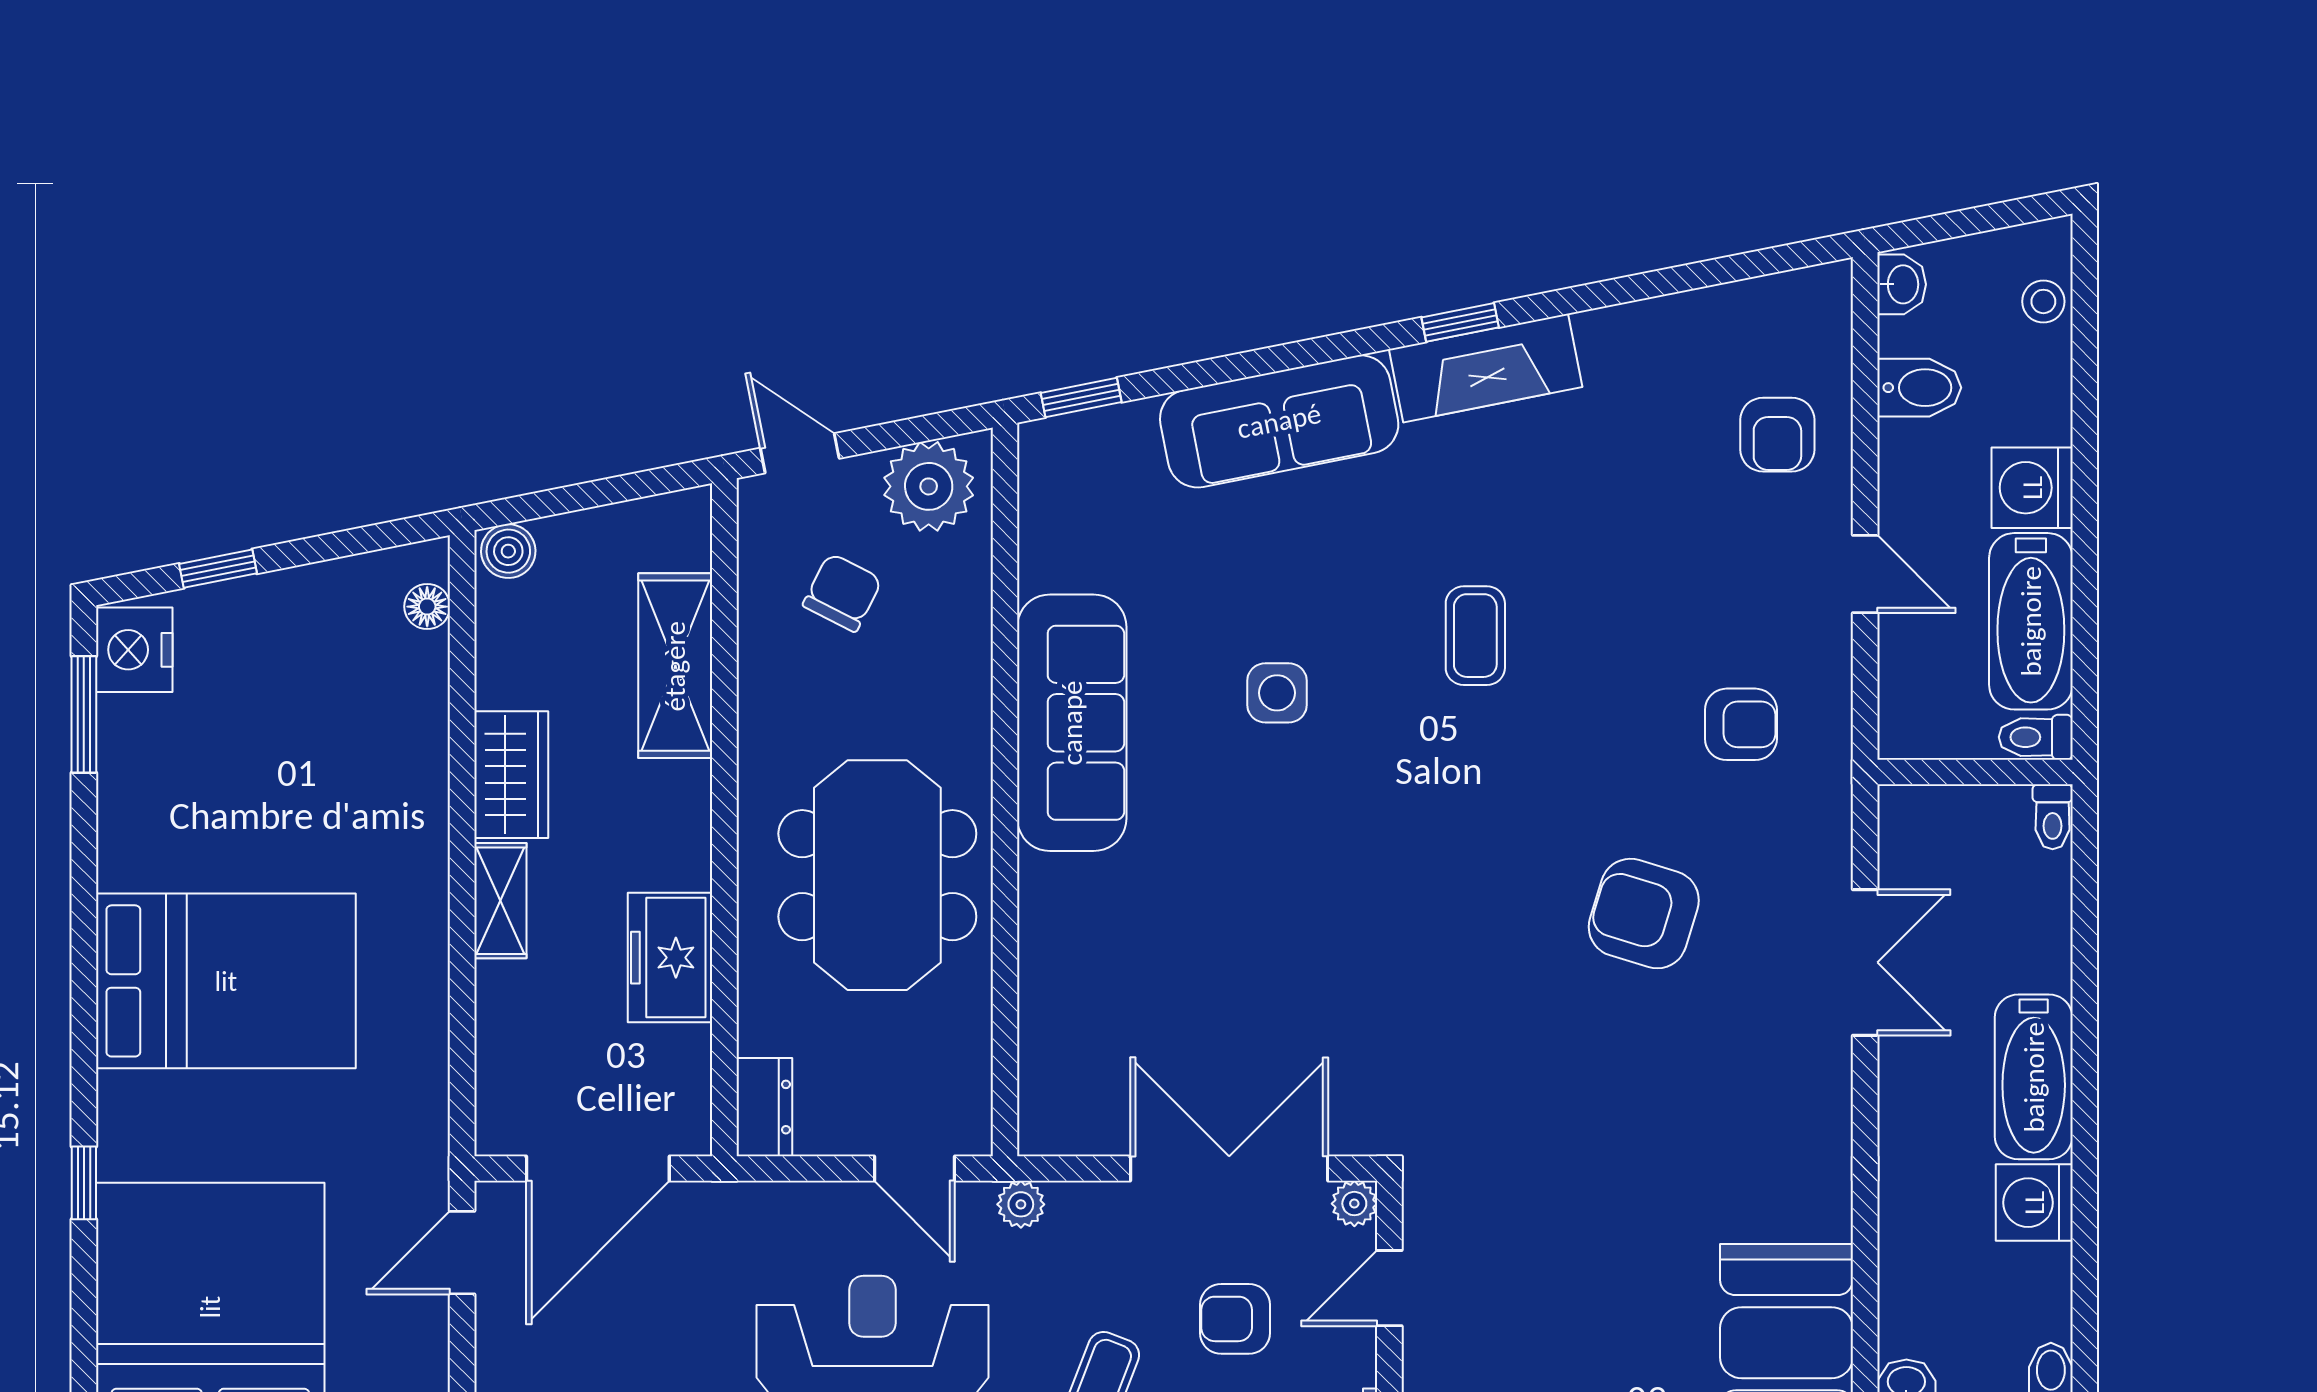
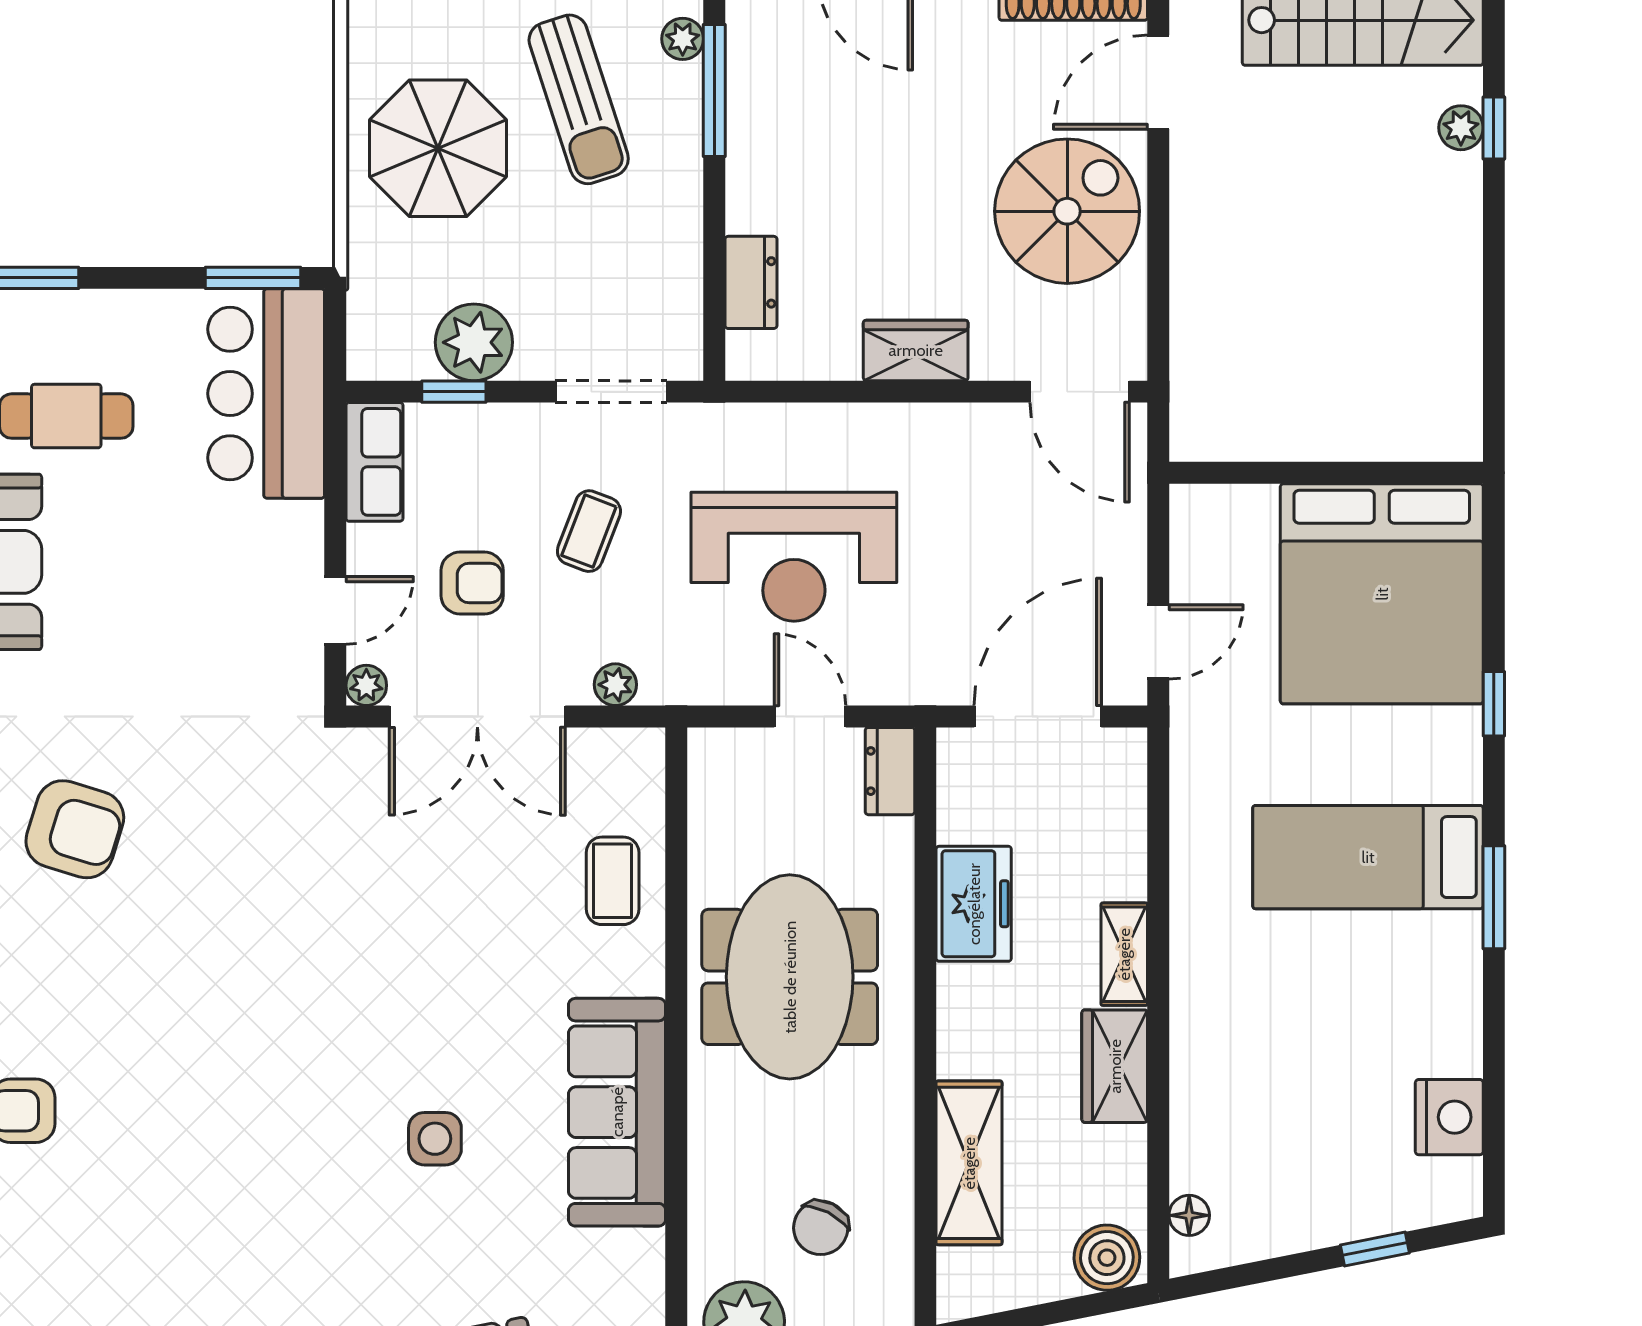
boiler: (508, 551) -> (1107, 1258), width x1.36, depth x1.36
coffee table: (1475, 636) -> (613, 881), moved
nightstand: (134, 650) -> (1449, 1117), moved
window: (84, 714) -> (1494, 897), moved
armchair: (1644, 914) -> (75, 829), moved
bed: (226, 981) -> (1368, 857), width x0.67
door: (915, 1169) -> (810, 716), moved
plant: (1021, 1204) -> (615, 685), moved

